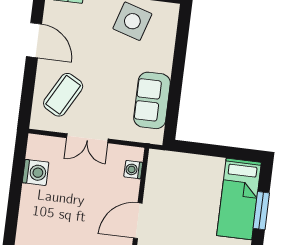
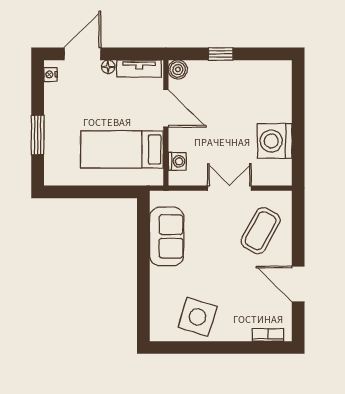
washing machine: (36, 172) -> (275, 141), width x1.37, depth x1.37
bed: (239, 199) -> (122, 149), moved, turned -90
door: (138, 221) -> (166, 108), hinge flipped

